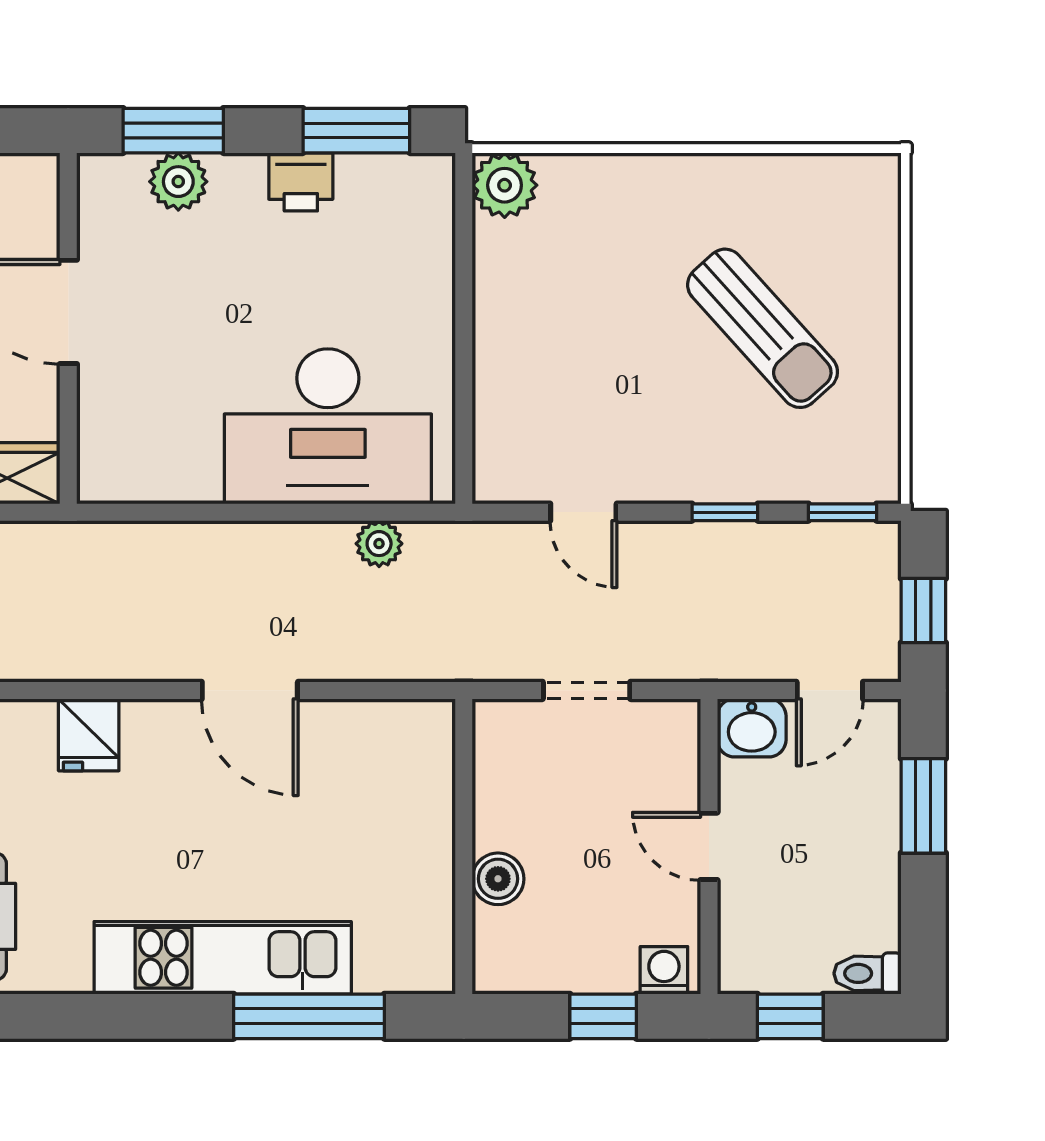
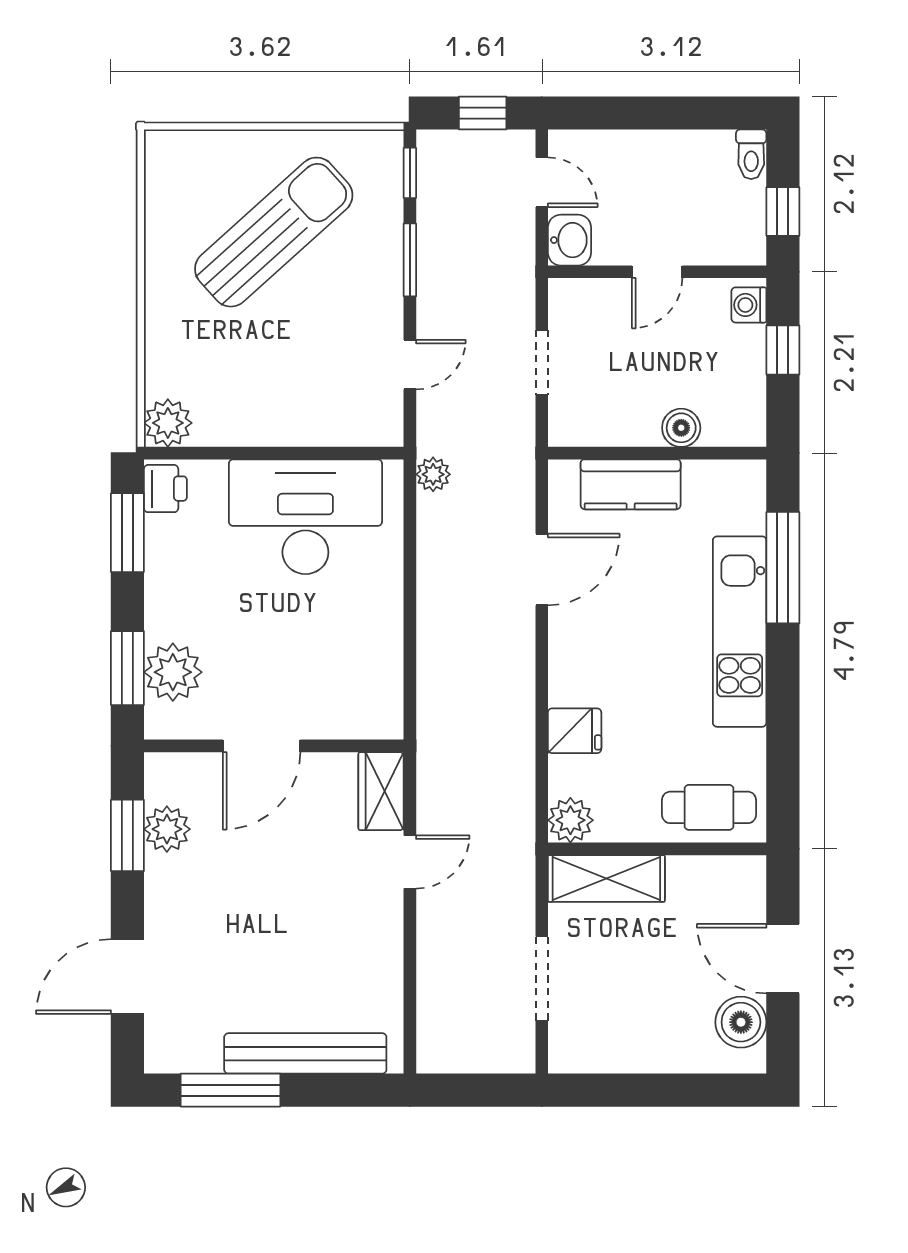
plant: (178, 182) -> (173, 672), width x1.36, depth x1.36
printer: (301, 182) -> (165, 489), moved
sun lounger: (763, 328) -> (274, 232), width x1.36, depth x1.34
desk: (328, 426) -> (305, 517), moved, turned -90
window: (725, 512) -> (410, 260), width x1.50
plant: (379, 544) -> (433, 474), moved
door: (250, 690) -> (542, 569), moved
window: (923, 806) -> (627, 113), removed
kitchen counter: (422, 810) -> (631, 484), added

